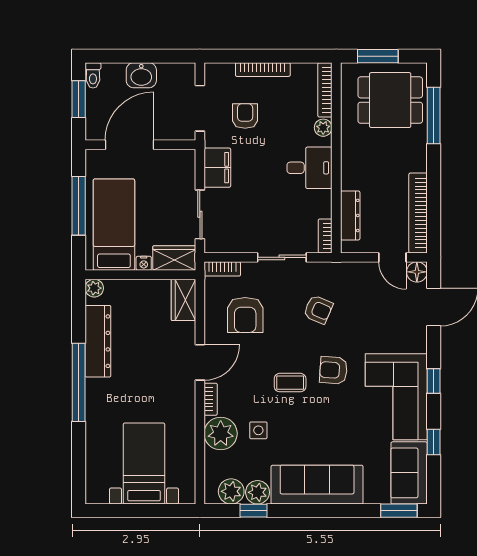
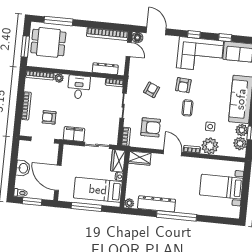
dining table: (390, 100) -> (48, 42), turned 90
door: (392, 257) -> (129, 49), hinge flipped

